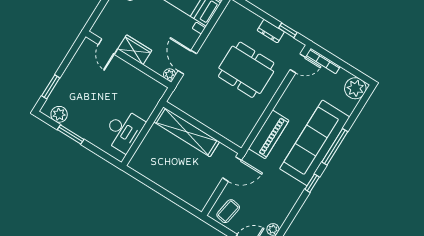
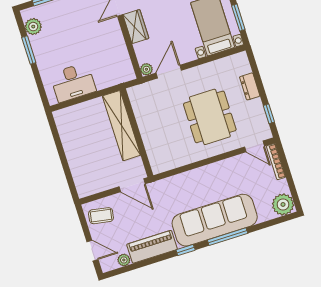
dresser: (271, 31) -> (250, 86), moved
piano: (269, 134) -> (152, 247), moved, turned 180

